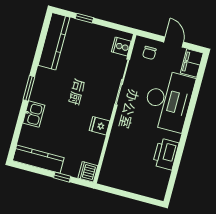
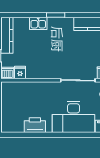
fridge: (99, 126) -> (20, 73), moved

